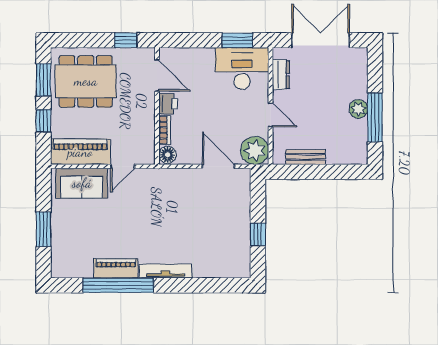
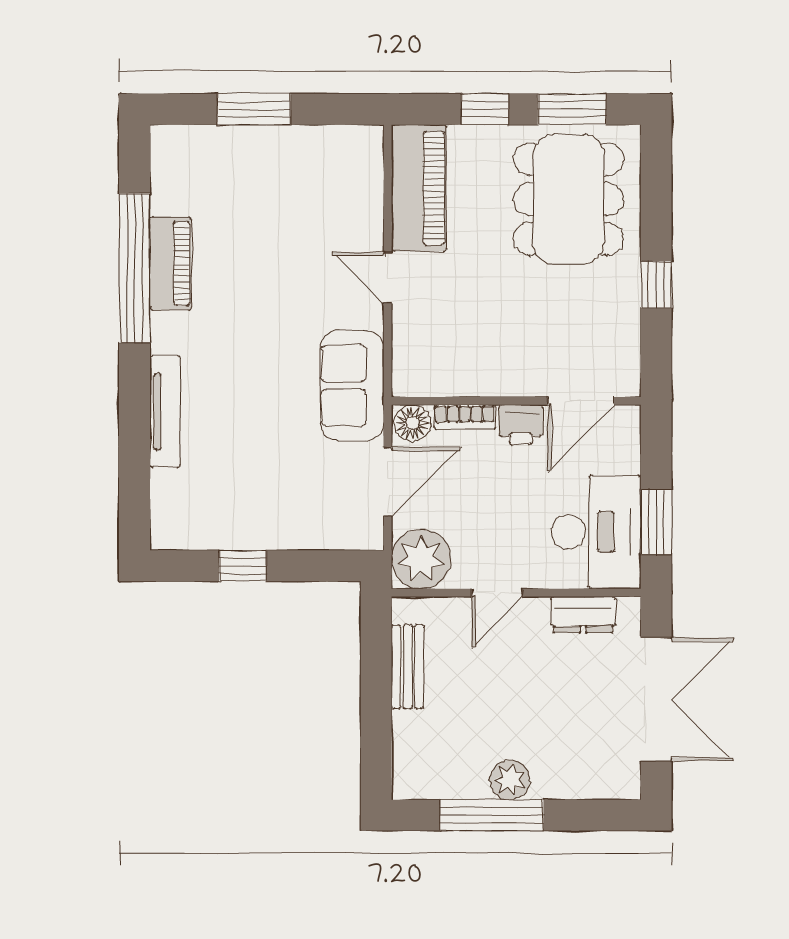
door: (157, 76) -> (581, 401), moved
printer: (168, 104) -> (521, 425), moved
wall: (157, 106) -> (516, 401), moved
bookcase: (165, 130) -> (465, 417), moved
floor lamp: (167, 155) -> (412, 423), moved
sofa: (82, 183) -> (352, 386), moved
tv unit: (165, 271) -> (165, 412), moved

